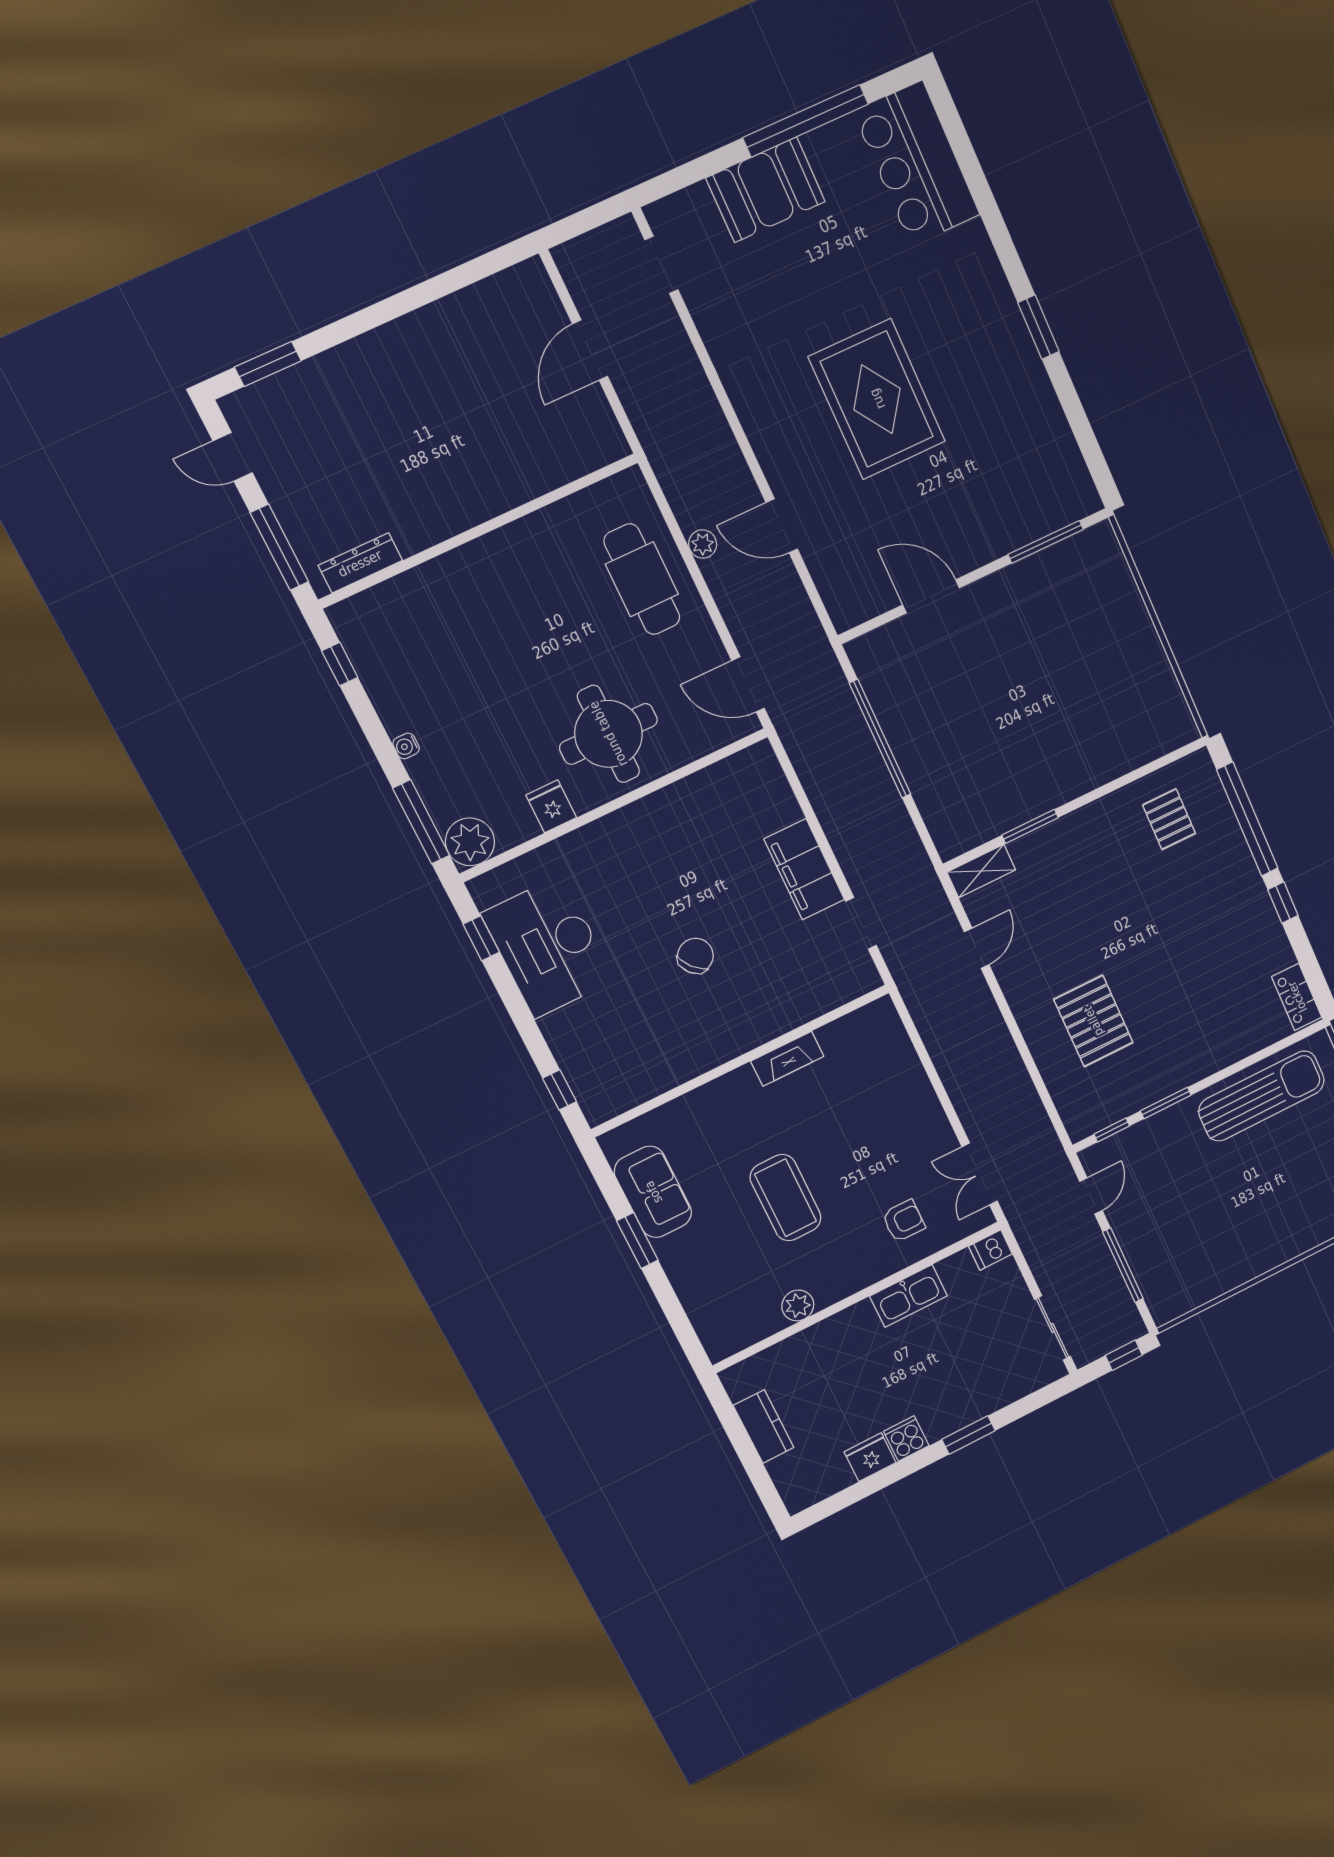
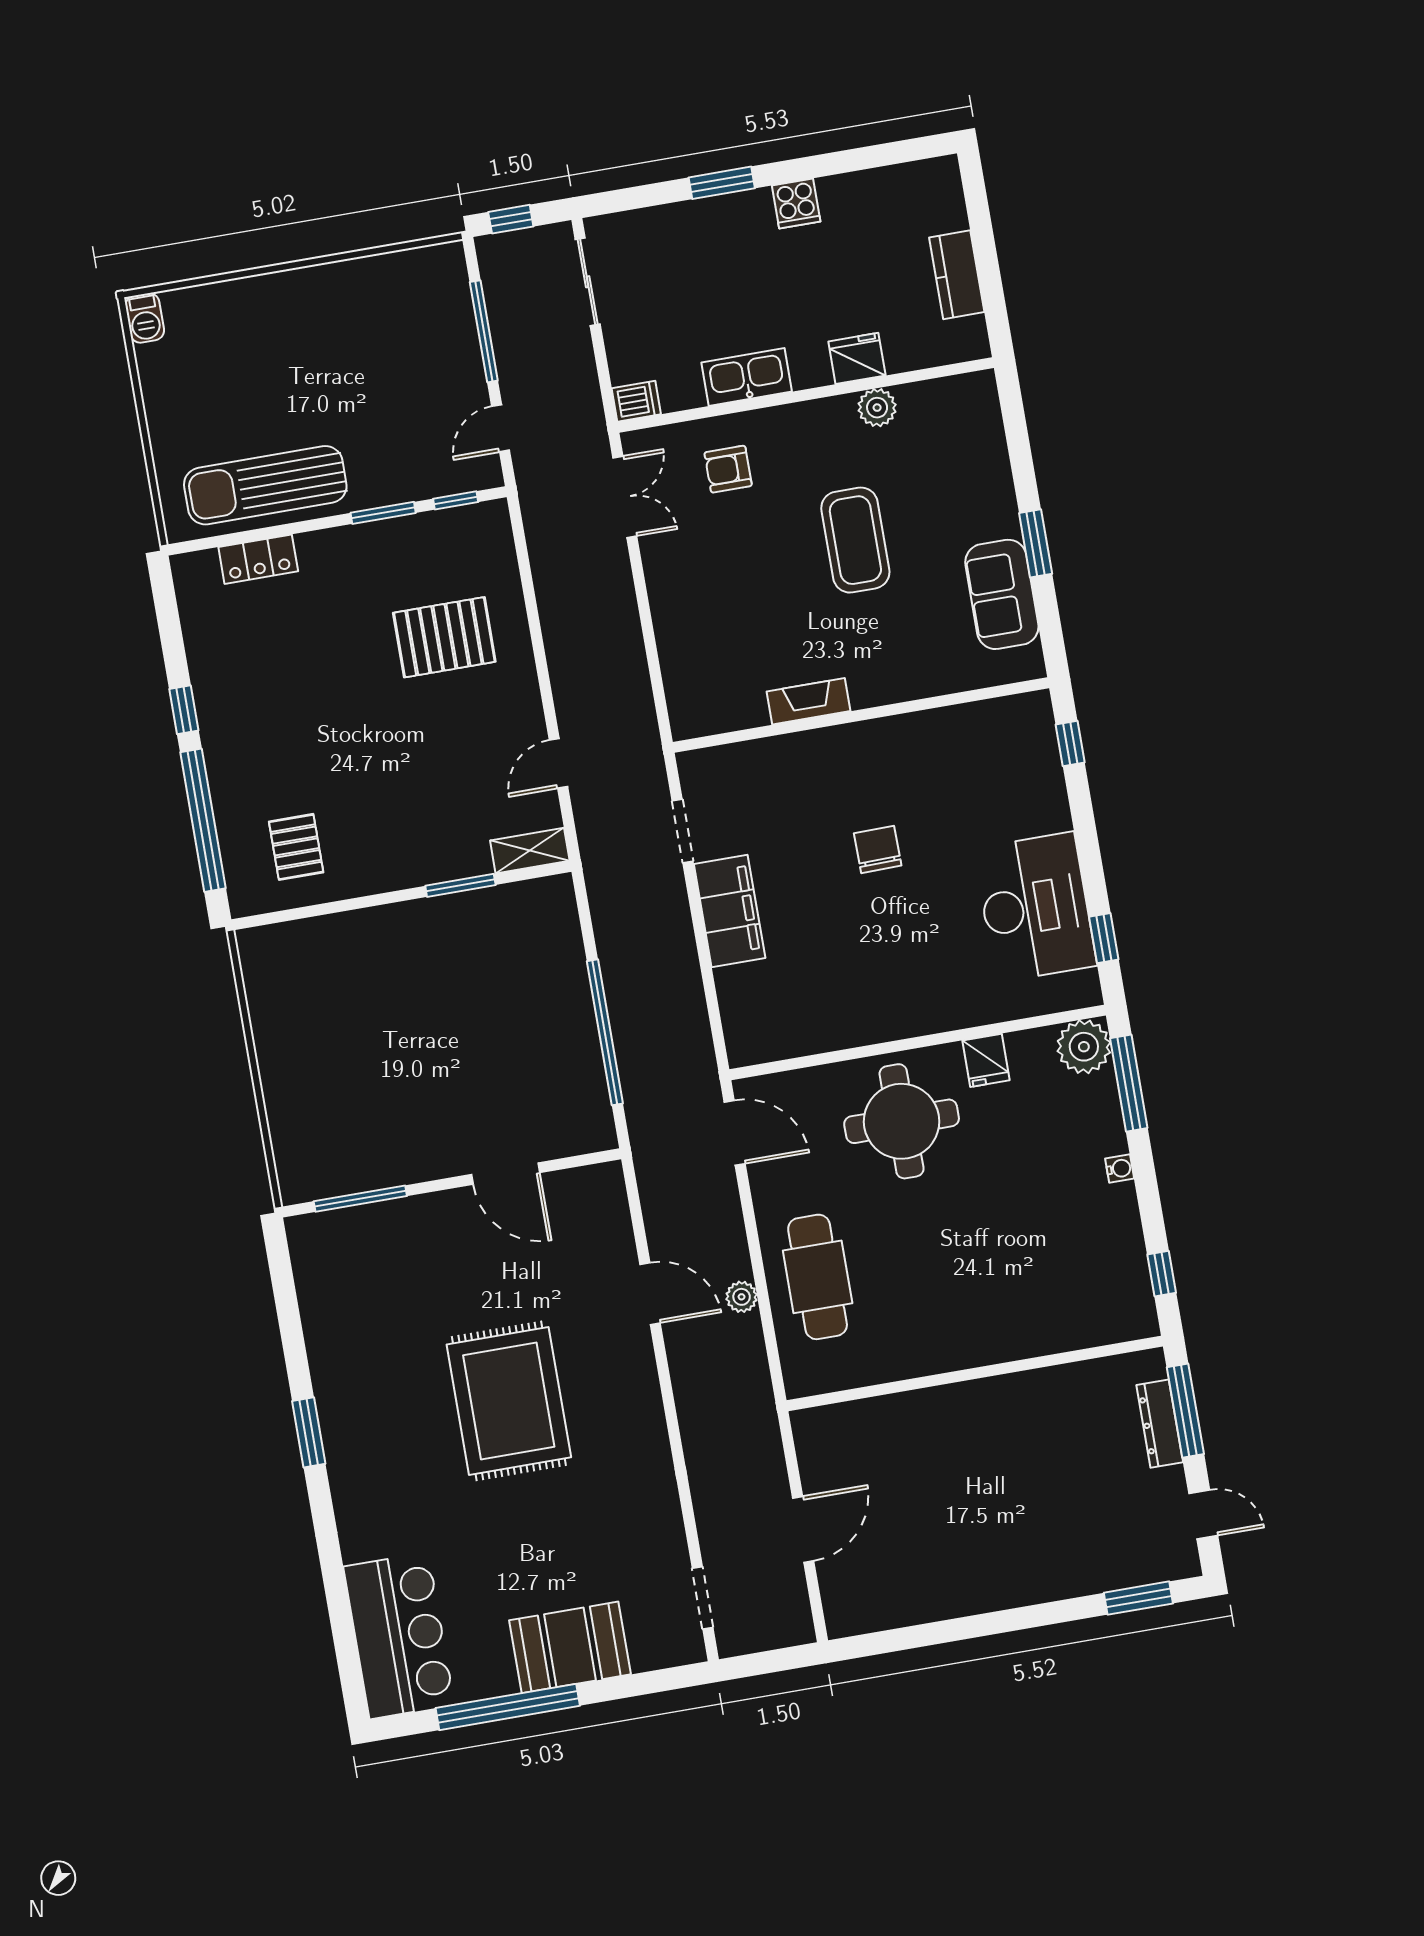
dresser: (360, 563) -> (1160, 1424), moved, turned 90
chair: (695, 956) -> (878, 849), turned 130
locker: (1297, 997) -> (258, 559), moved, turned 90
pallet: (1093, 1021) -> (444, 637), turned 90
fridge: (870, 1457) -> (857, 358), moved, turned 180

